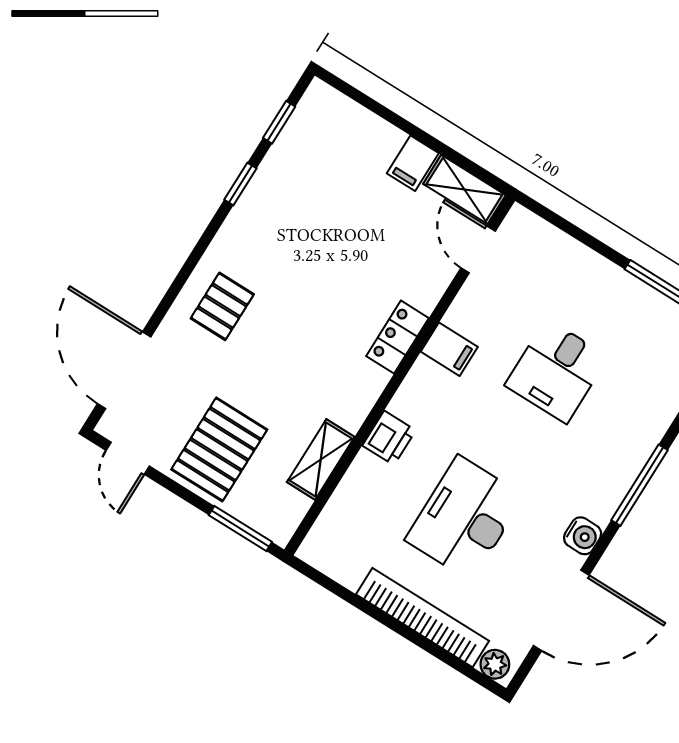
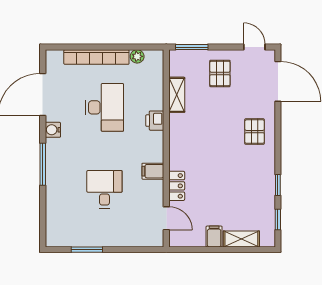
shelving: (464, 189) -> (241, 239), moved
locker: (397, 337) -> (177, 186), moved
pallet: (219, 449) -> (220, 73), width x0.67, depth x0.71
plant: (495, 664) -> (137, 56), moved

